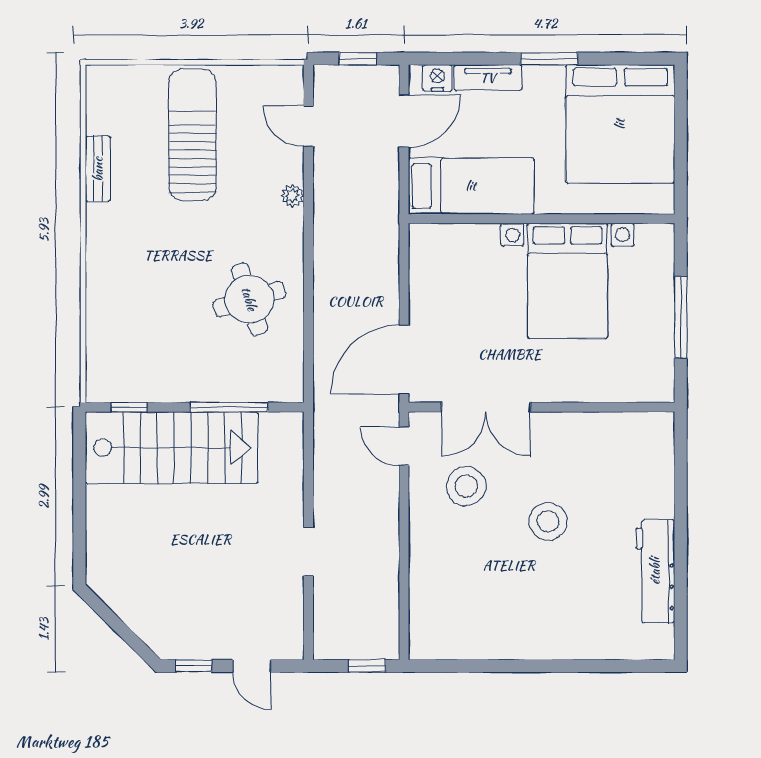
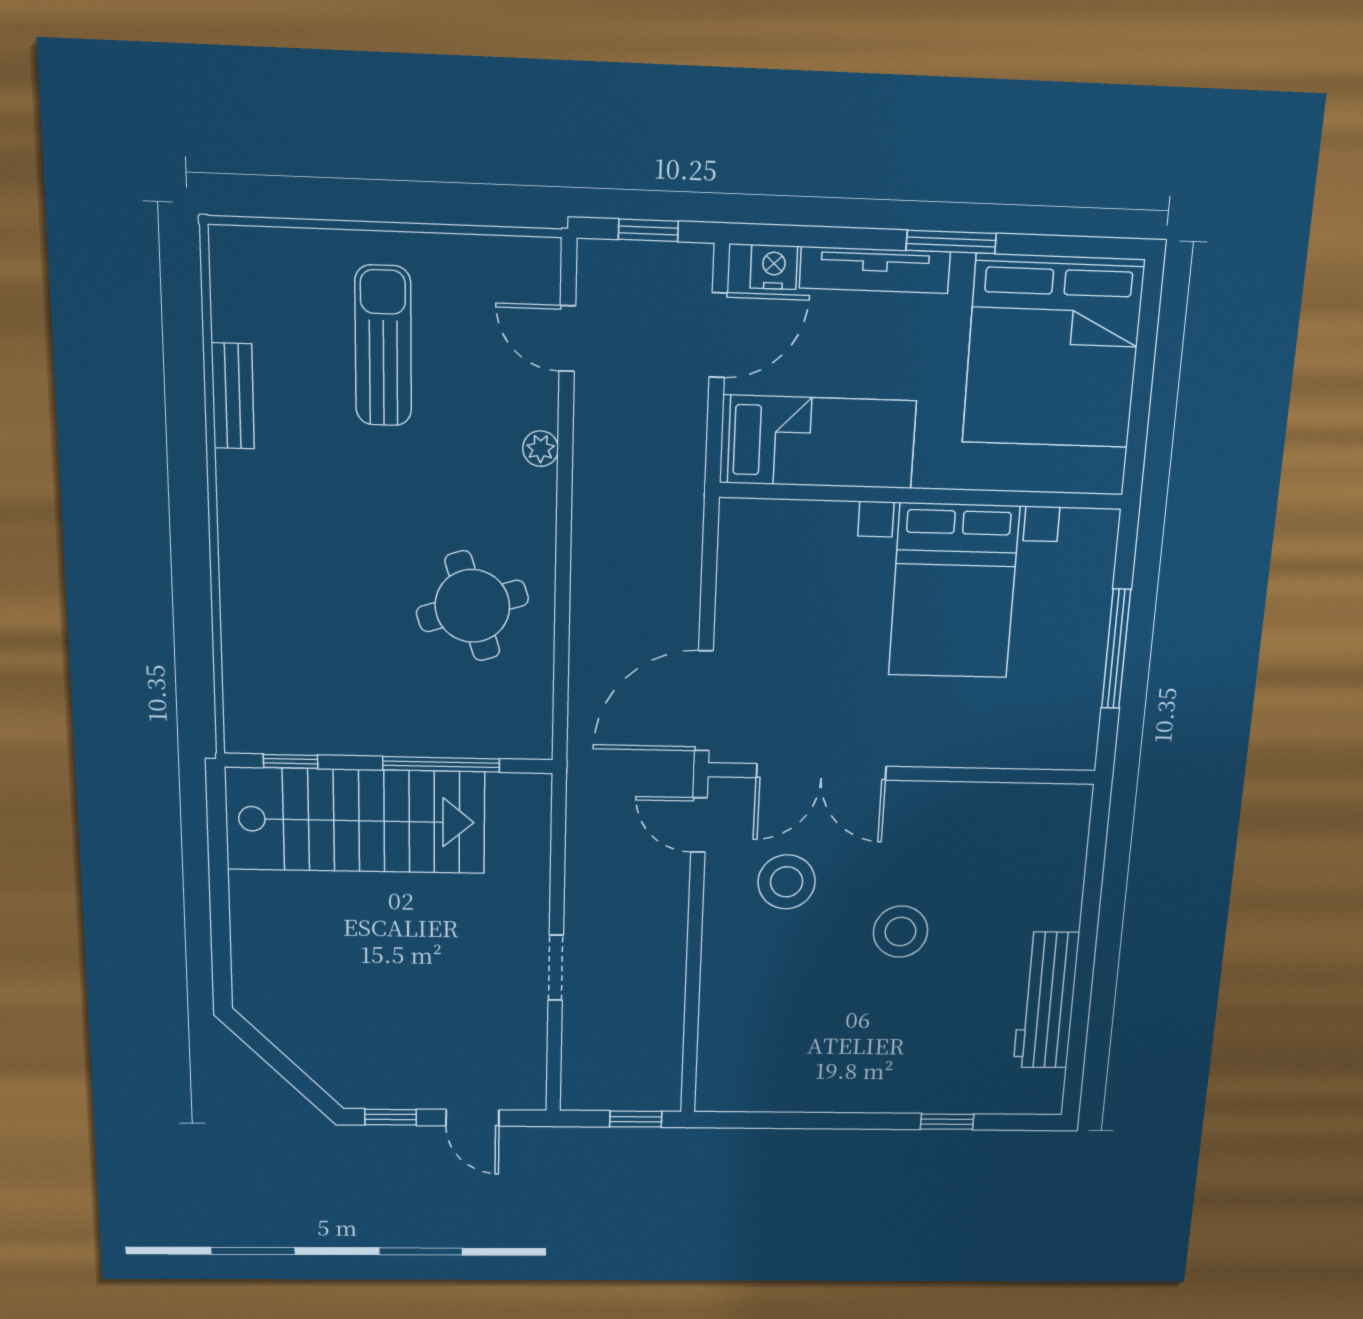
tv unit: (488, 78) -> (875, 270), width x1.41
sun lounger: (193, 135) -> (383, 346), width x0.73, depth x0.75
window: (591, 666) -> (947, 1122), added

